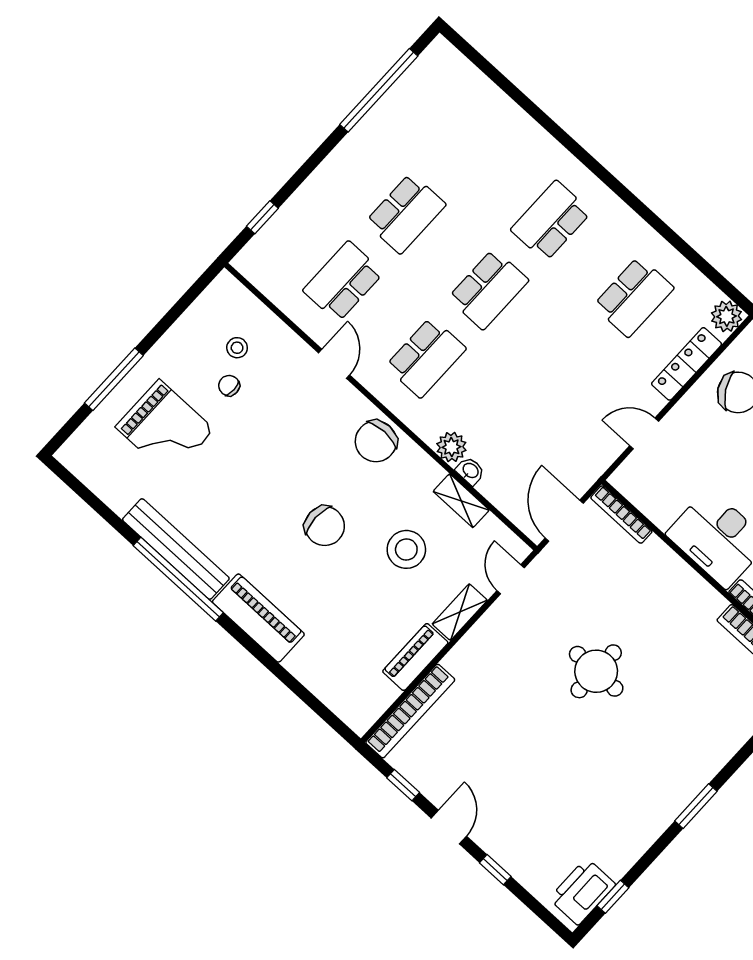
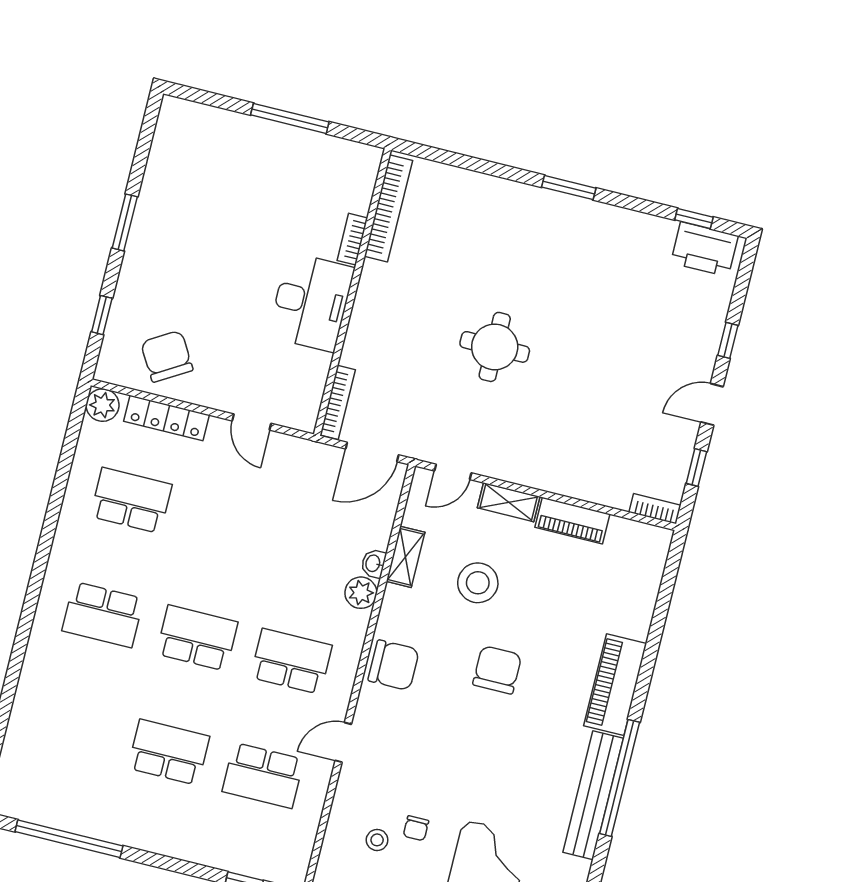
bookcase: (410, 711) -> (655, 509), width x0.43, depth x0.76

